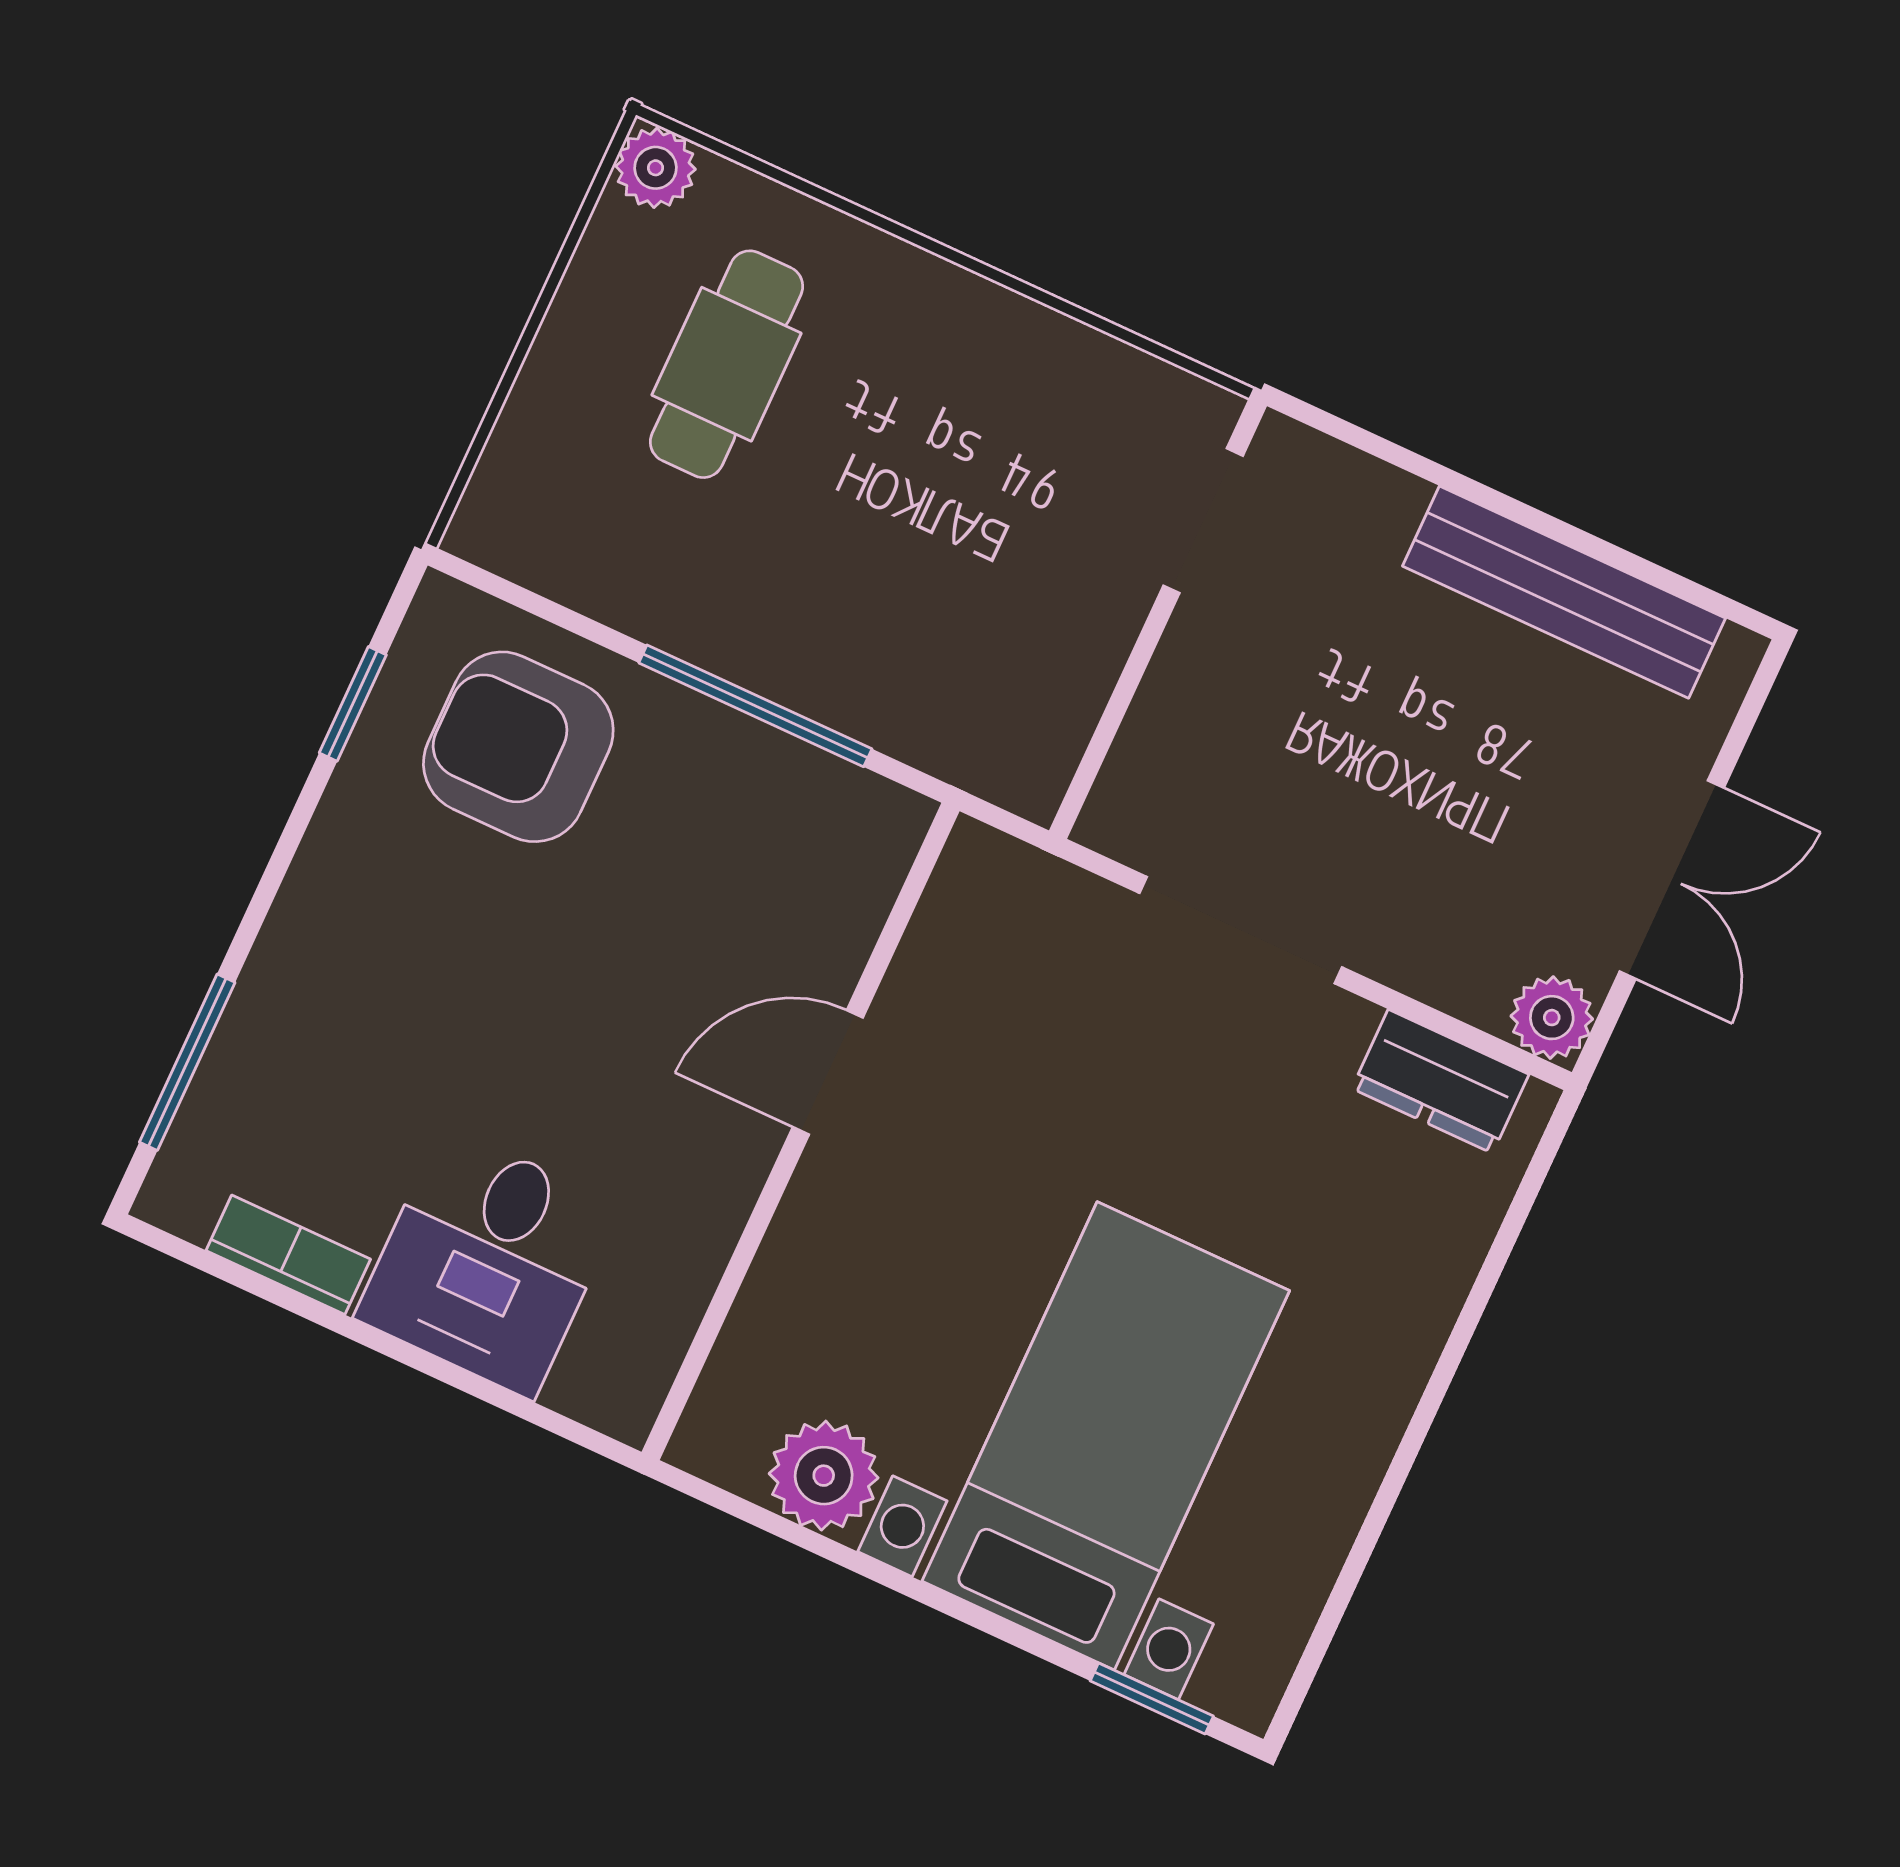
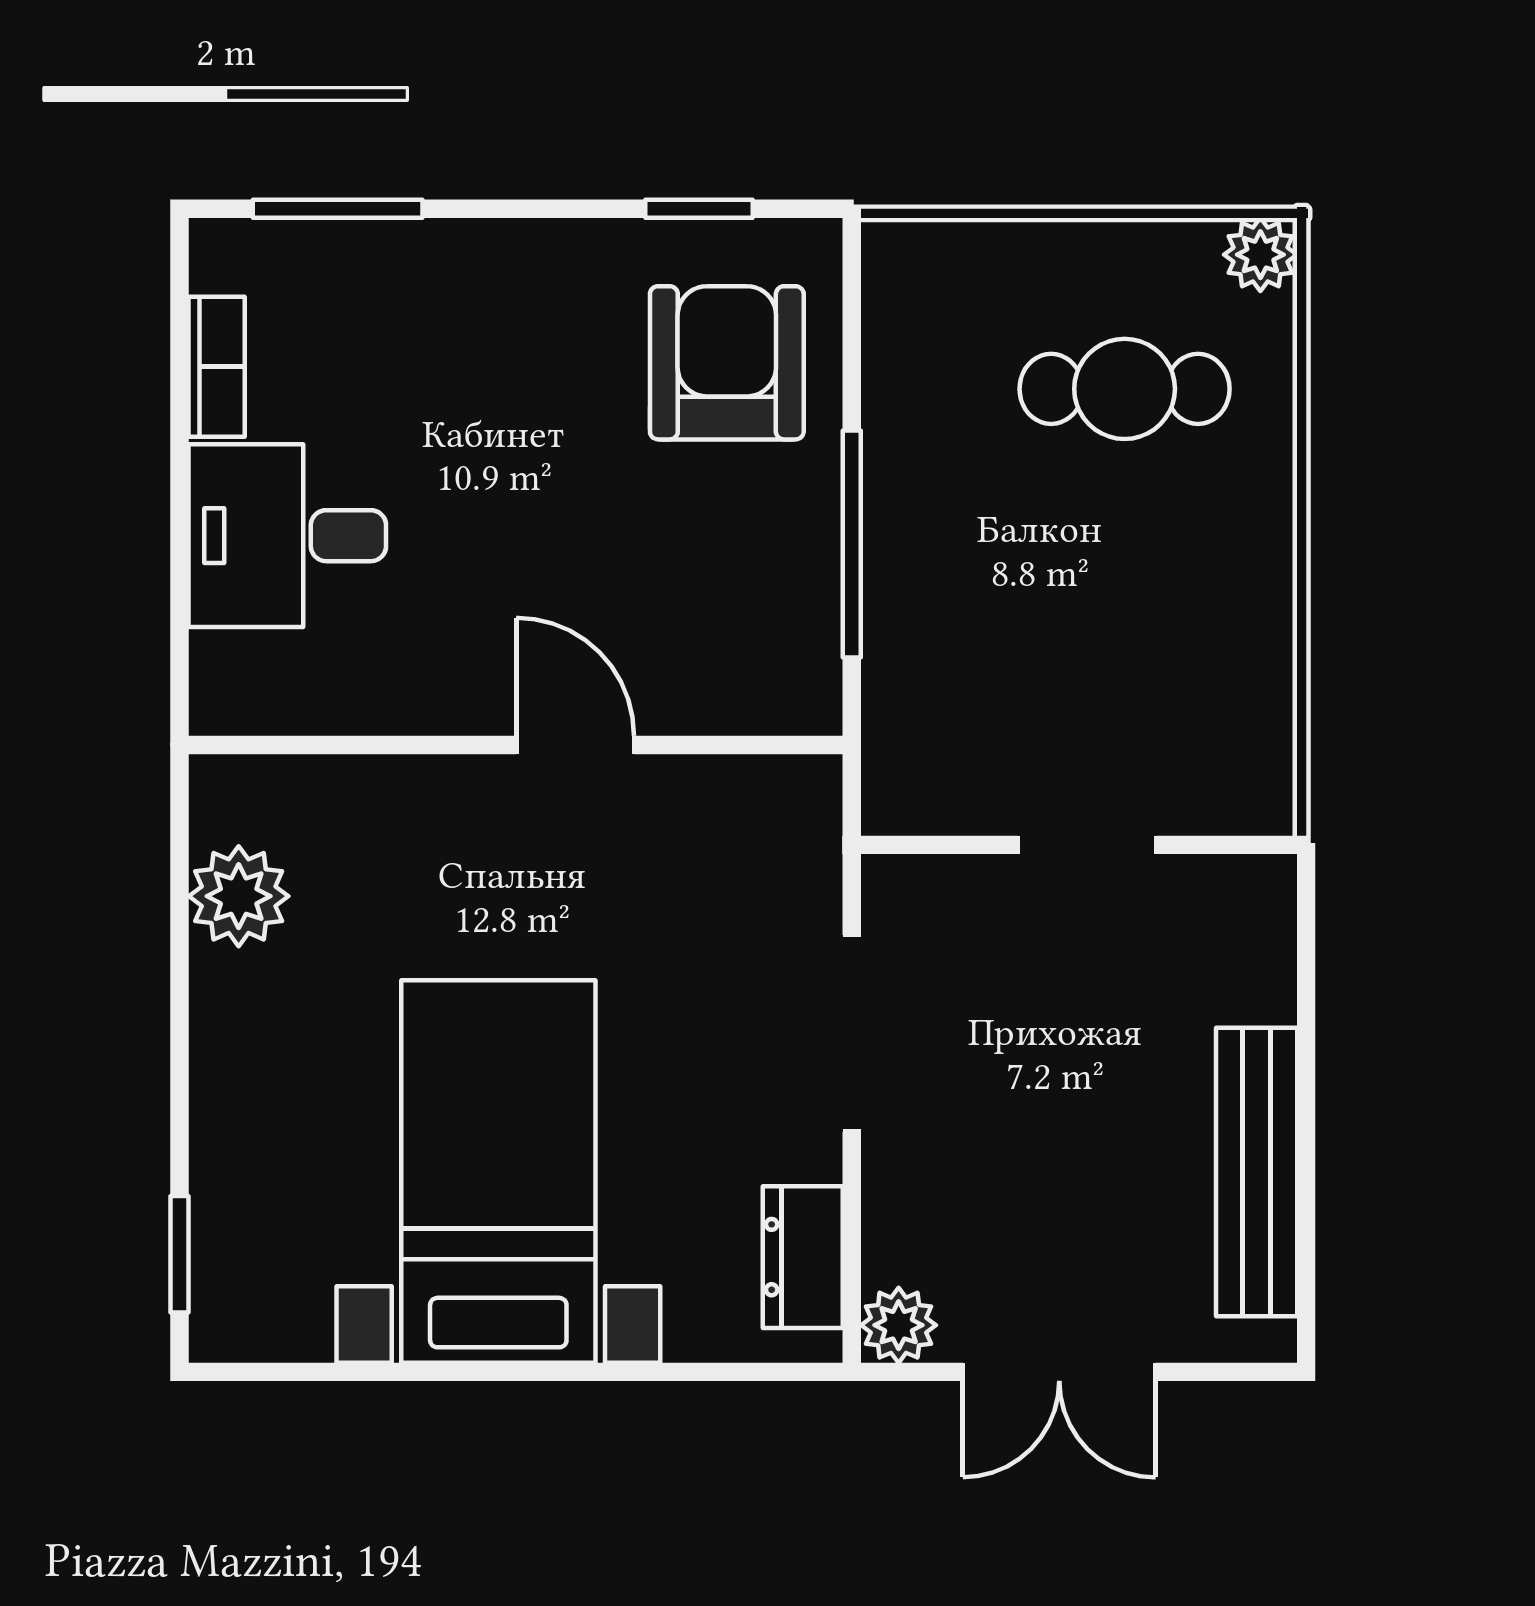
doorway: (1203, 521) -> (1087, 845), moved
bed with nightstands: (1106, 1436) -> (498, 1171), moved, turned -90

